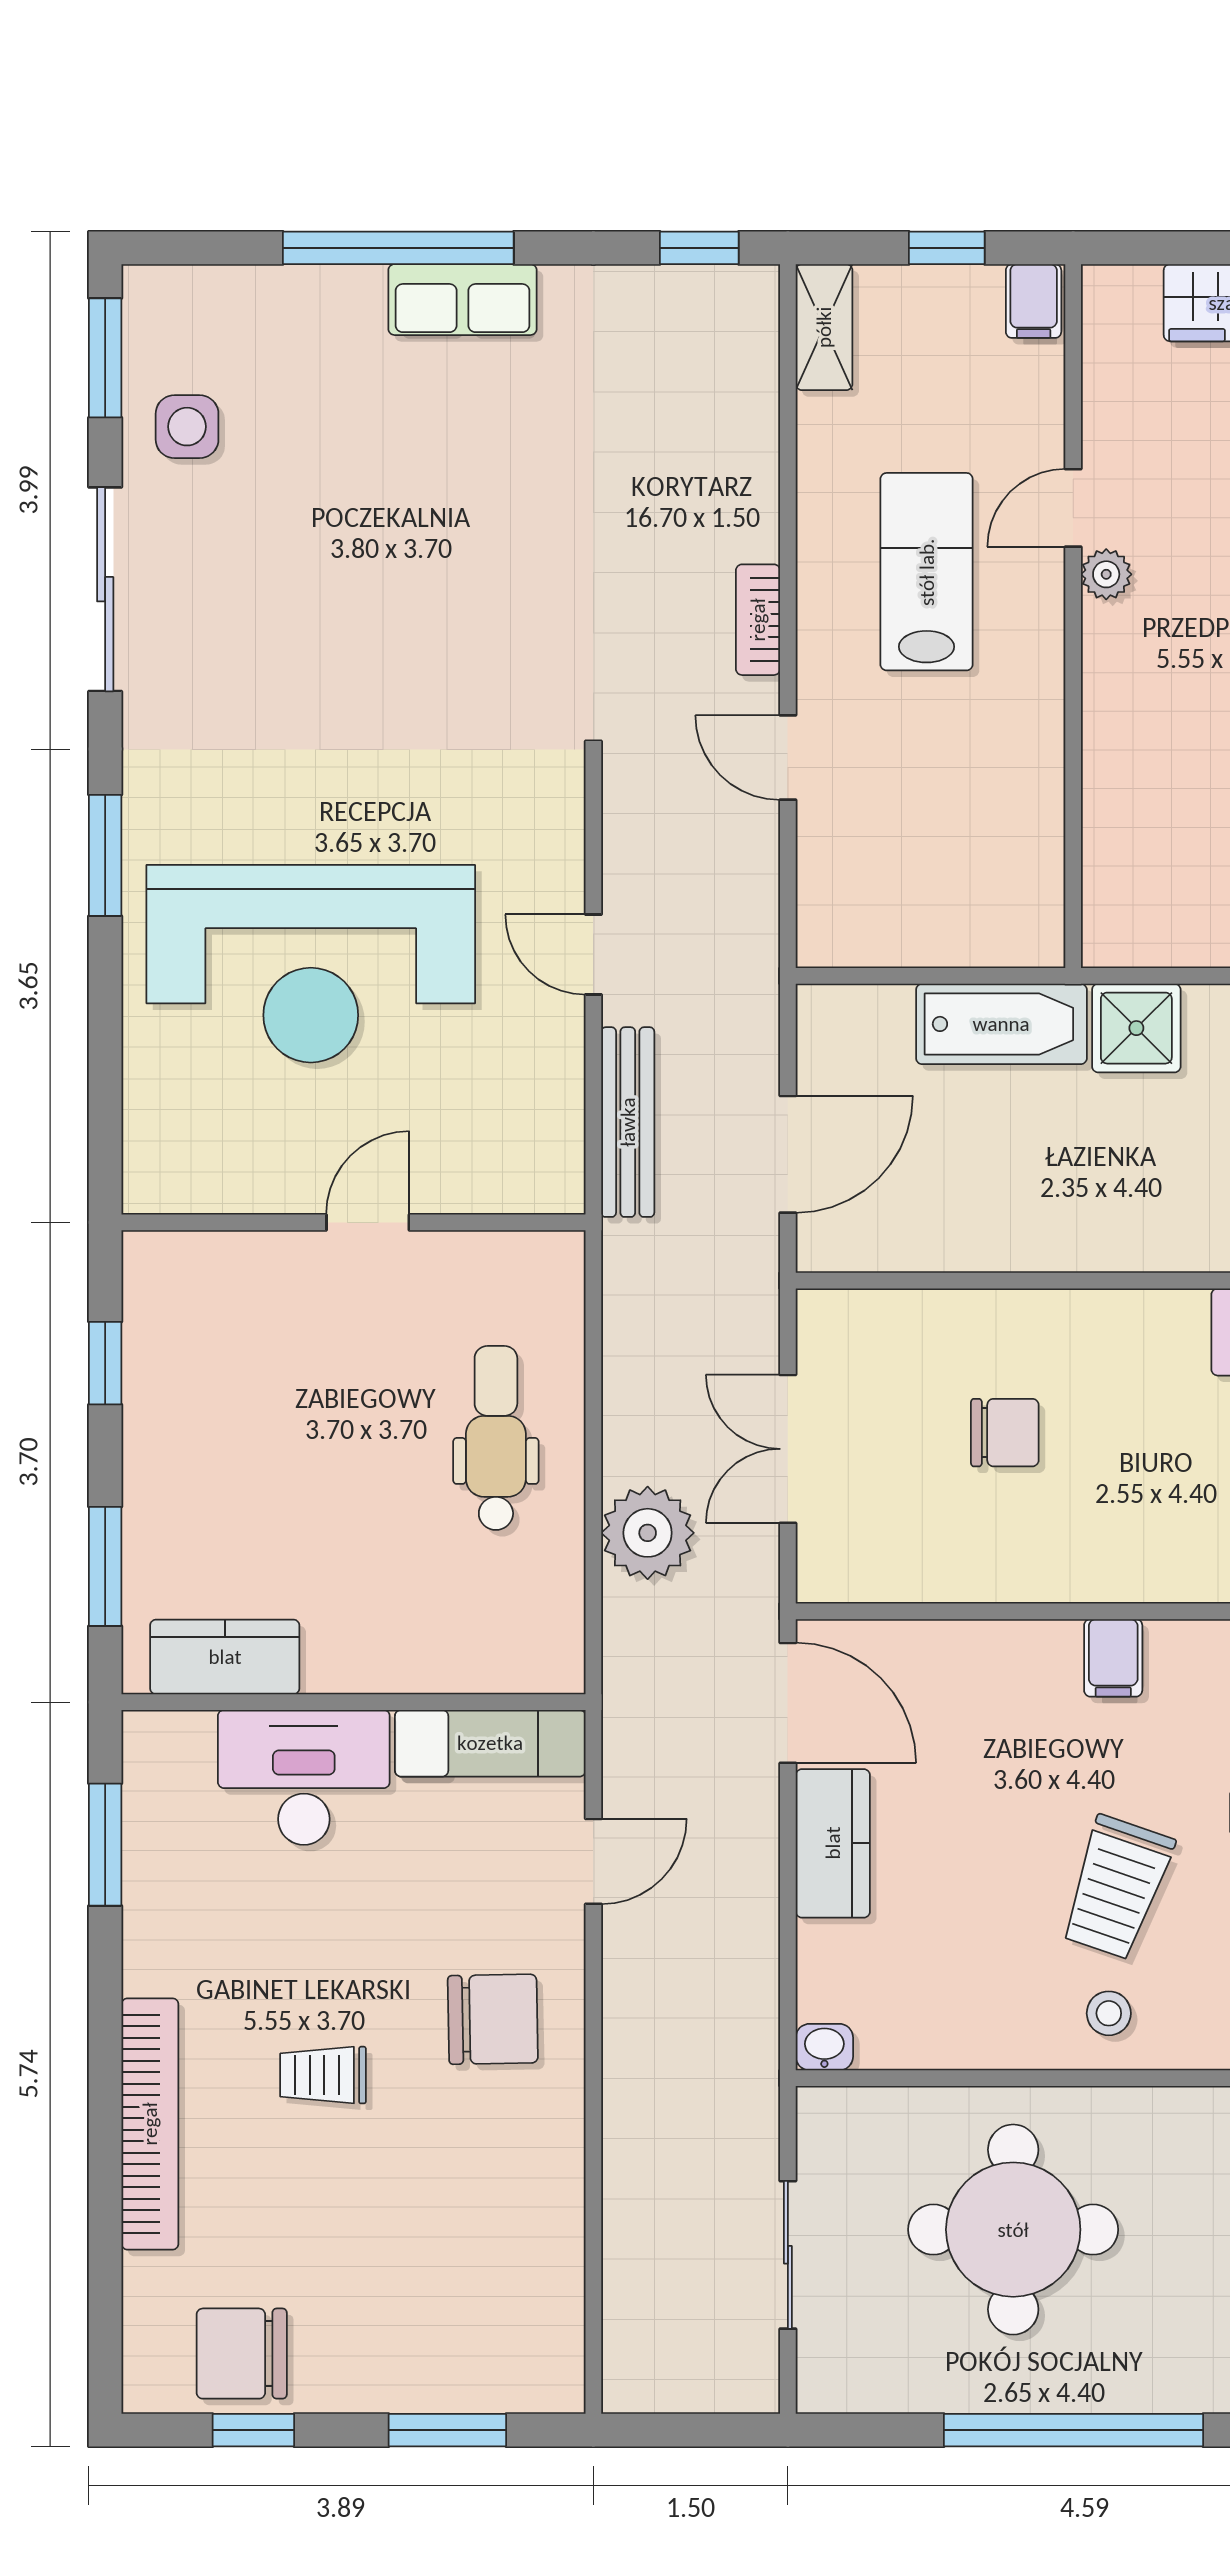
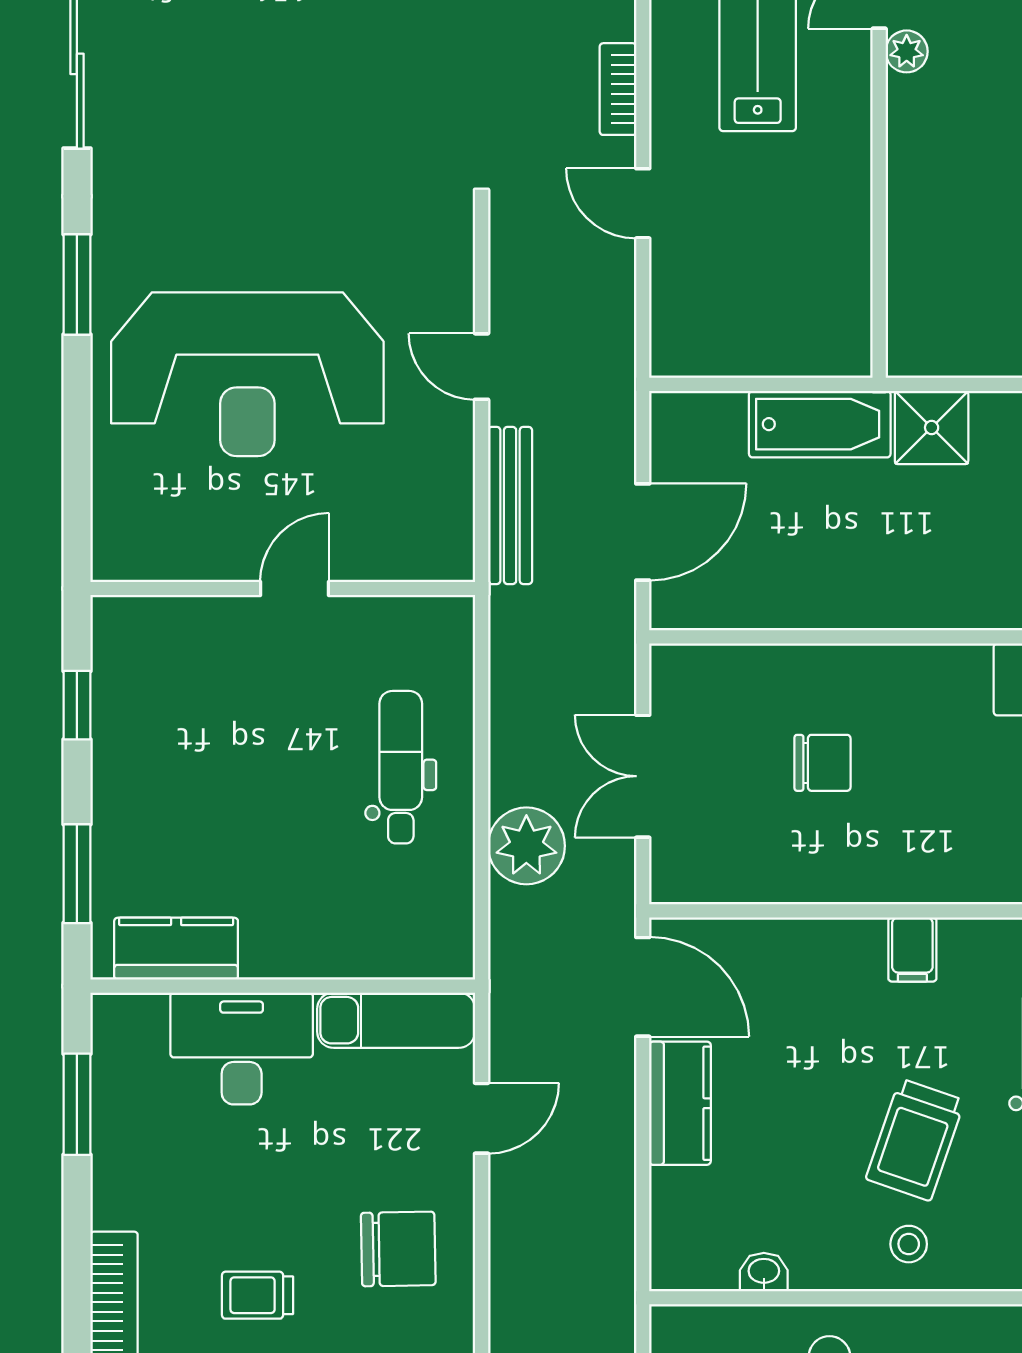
washbasin: (824, 2047) -> (764, 1272), moved

